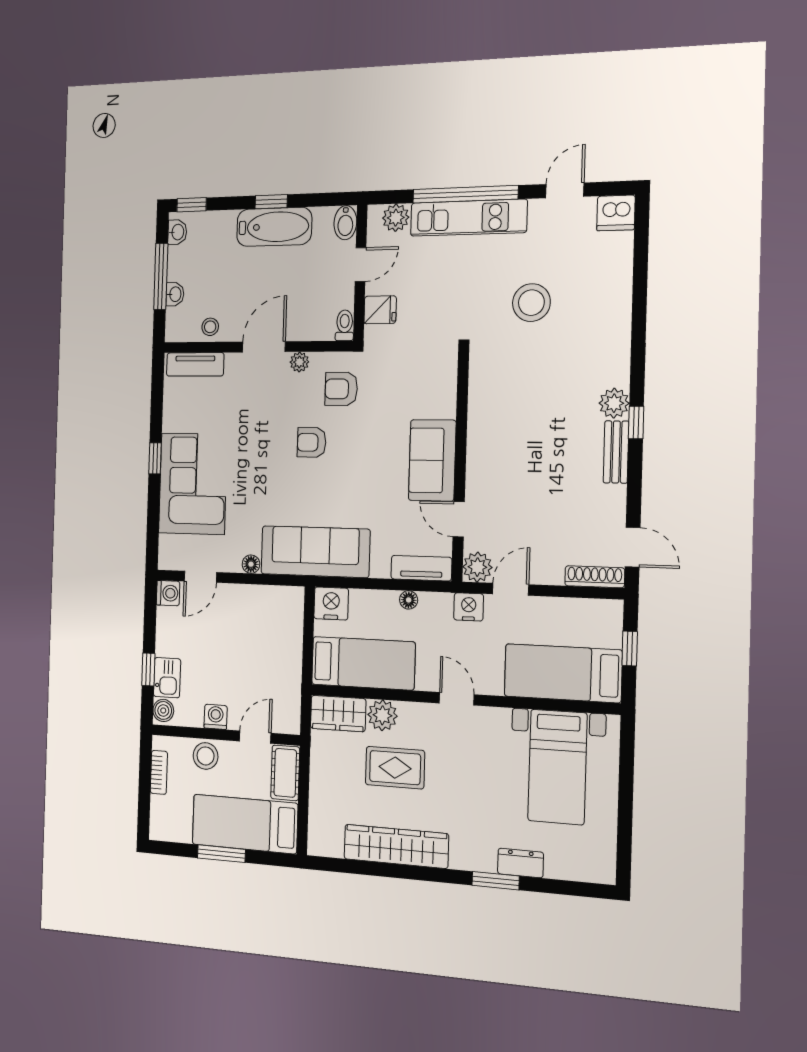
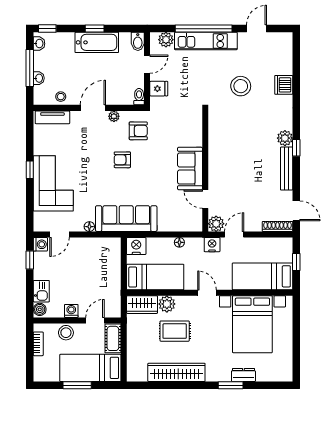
dishwasher: (616, 213) -> (284, 85), moved, turned 90
armchair: (341, 389) -> (138, 131), turned 180
bench: (616, 452) -> (287, 169), width x1.36
tv unit: (421, 568) -> (186, 225), removed
window: (148, 669) -> (30, 260), moved
bed with nightstands: (557, 767) -> (252, 324), width x1.36

